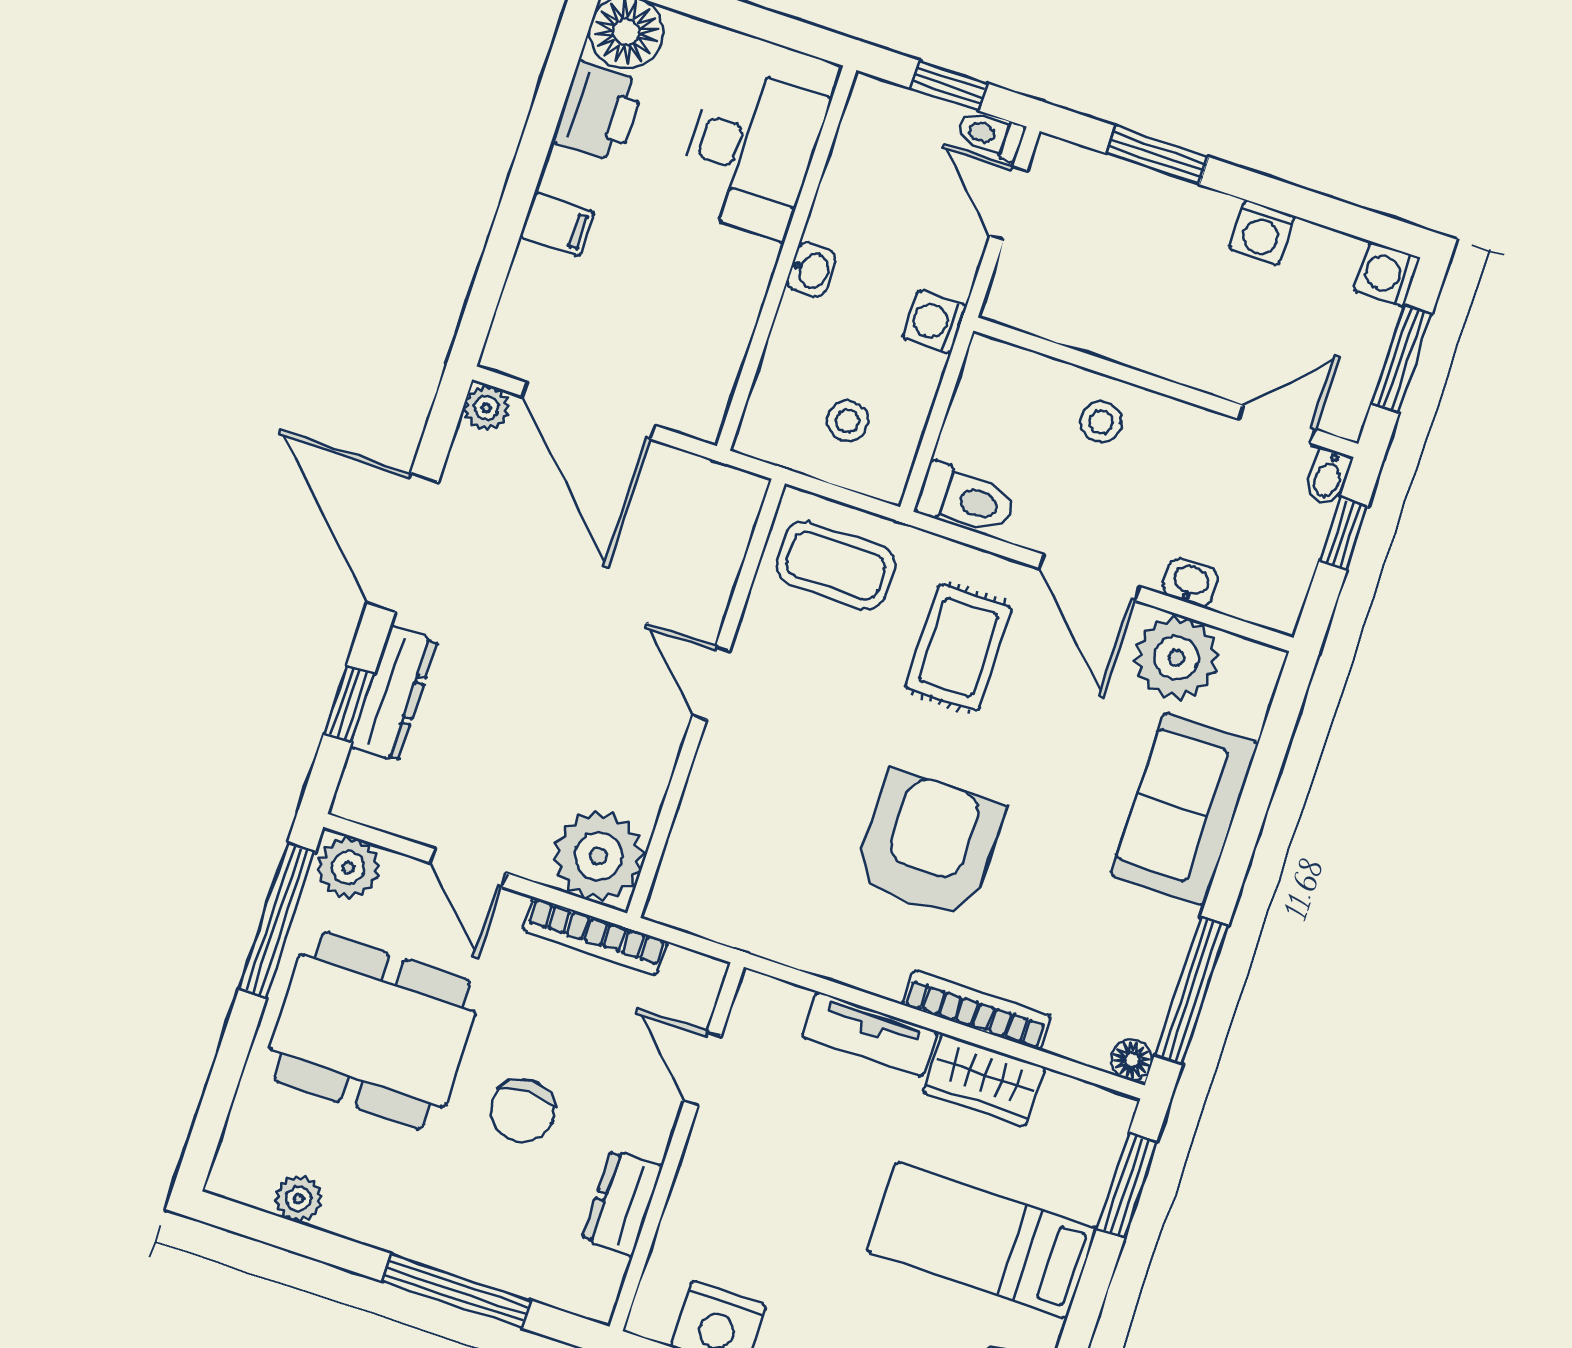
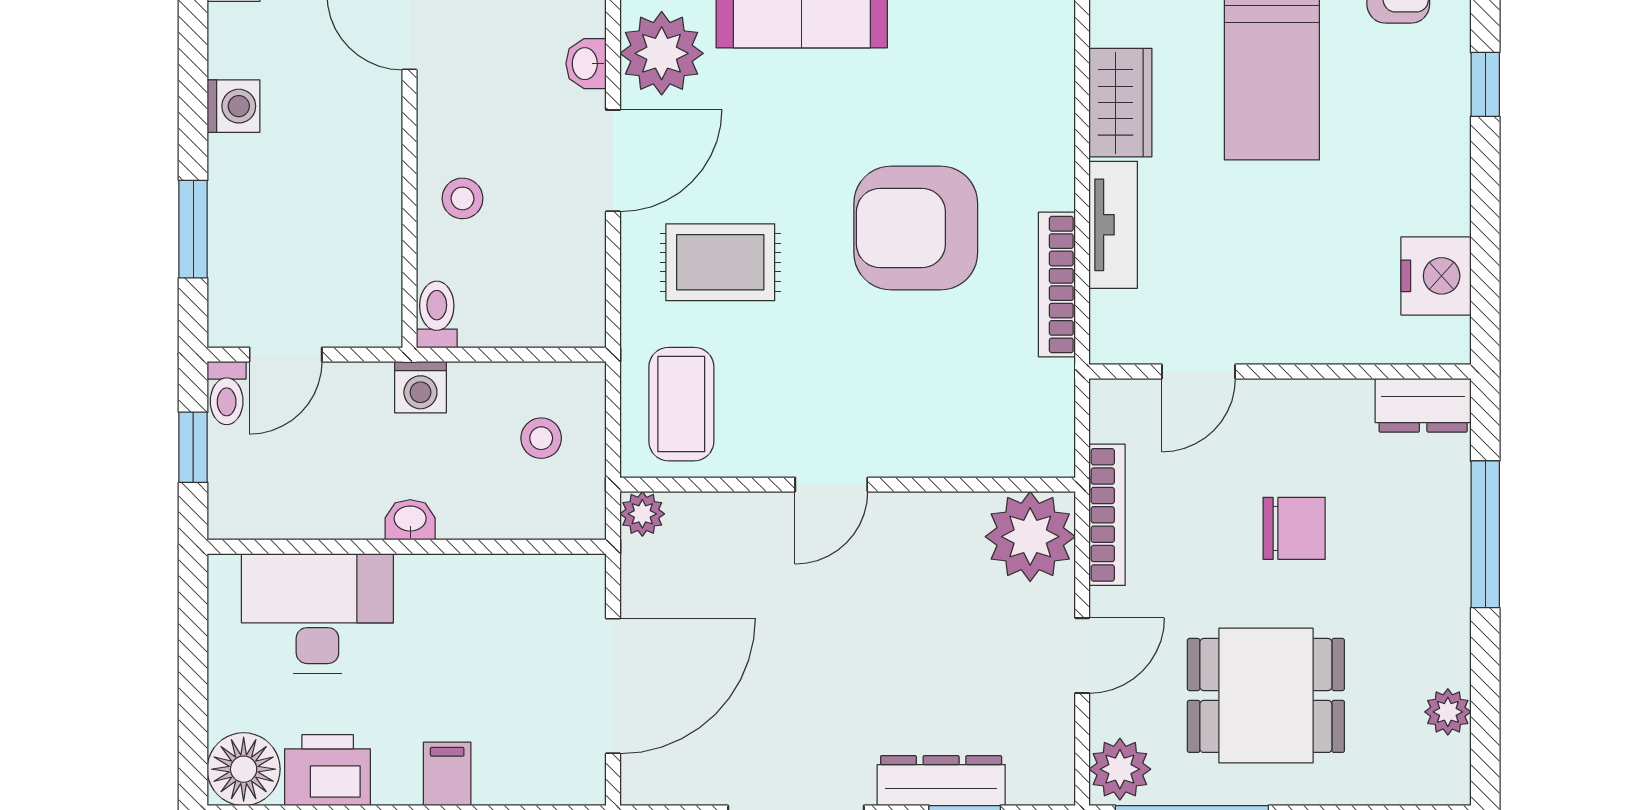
plant: (486, 408) -> (642, 514), moved
toilet: (966, 499) -> (437, 314), moved, width x0.73, depth x0.72
bookcase: (977, 1010) -> (1057, 285), moved
dining table: (372, 1030) -> (1266, 695), width x0.73
dresser: (622, 1203) -> (1423, 405), moved

